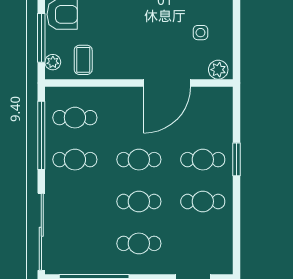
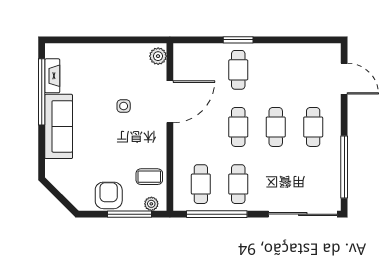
side table: (200, 33) -> (124, 106), moved
door: (167, 83) -> (170, 102), hinge flipped
cafe table: (203, 201) -> (276, 70), removed

